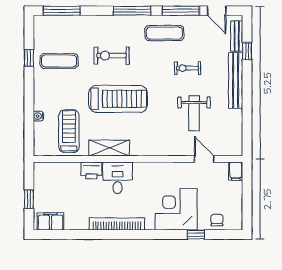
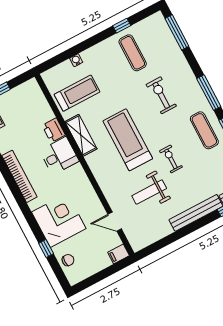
exercise bike: (187, 68) -> (171, 159), moved
treadmill: (118, 99) -> (128, 140), moved, turned 180
door: (204, 159) -> (115, 222), swing flipped

